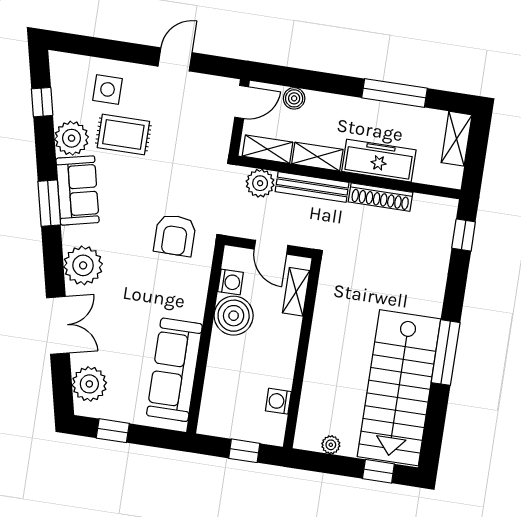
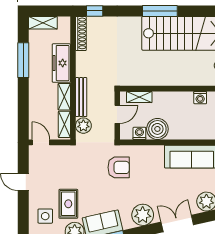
boiler: (294, 98) -> (35, 114), removed
shoe rack: (380, 197) -> (81, 33), moved

